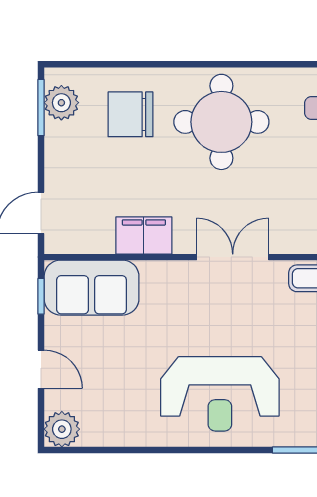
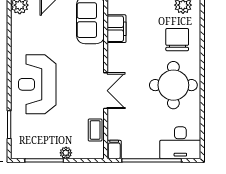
filing cabinet: (144, 235) -> (117, 29), moved

